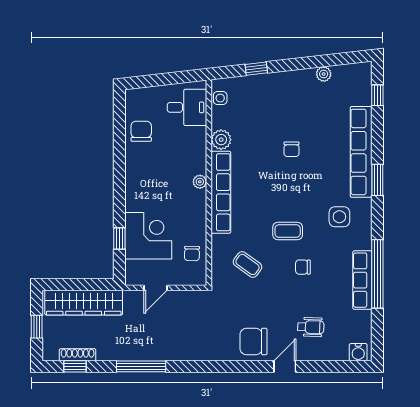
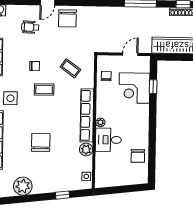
plant: (324, 74) -> (23, 186), width x1.88, depth x1.88
desk: (187, 107) -> (108, 140), moved
chair: (292, 149) -> (41, 142), width x1.87, depth x1.87
chair: (253, 342) -> (67, 18), turned 90

